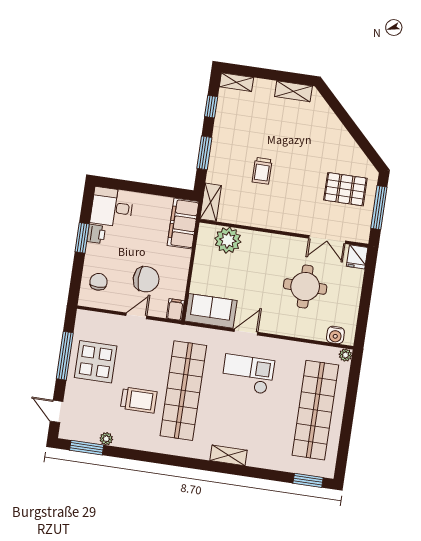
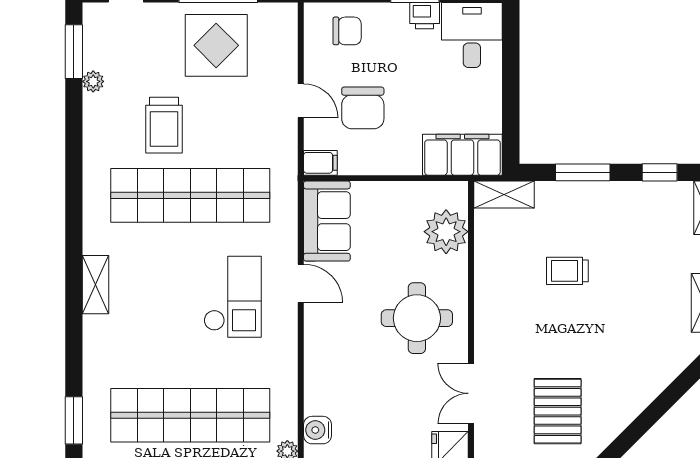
round table: (305, 287) -> (417, 318), moved

